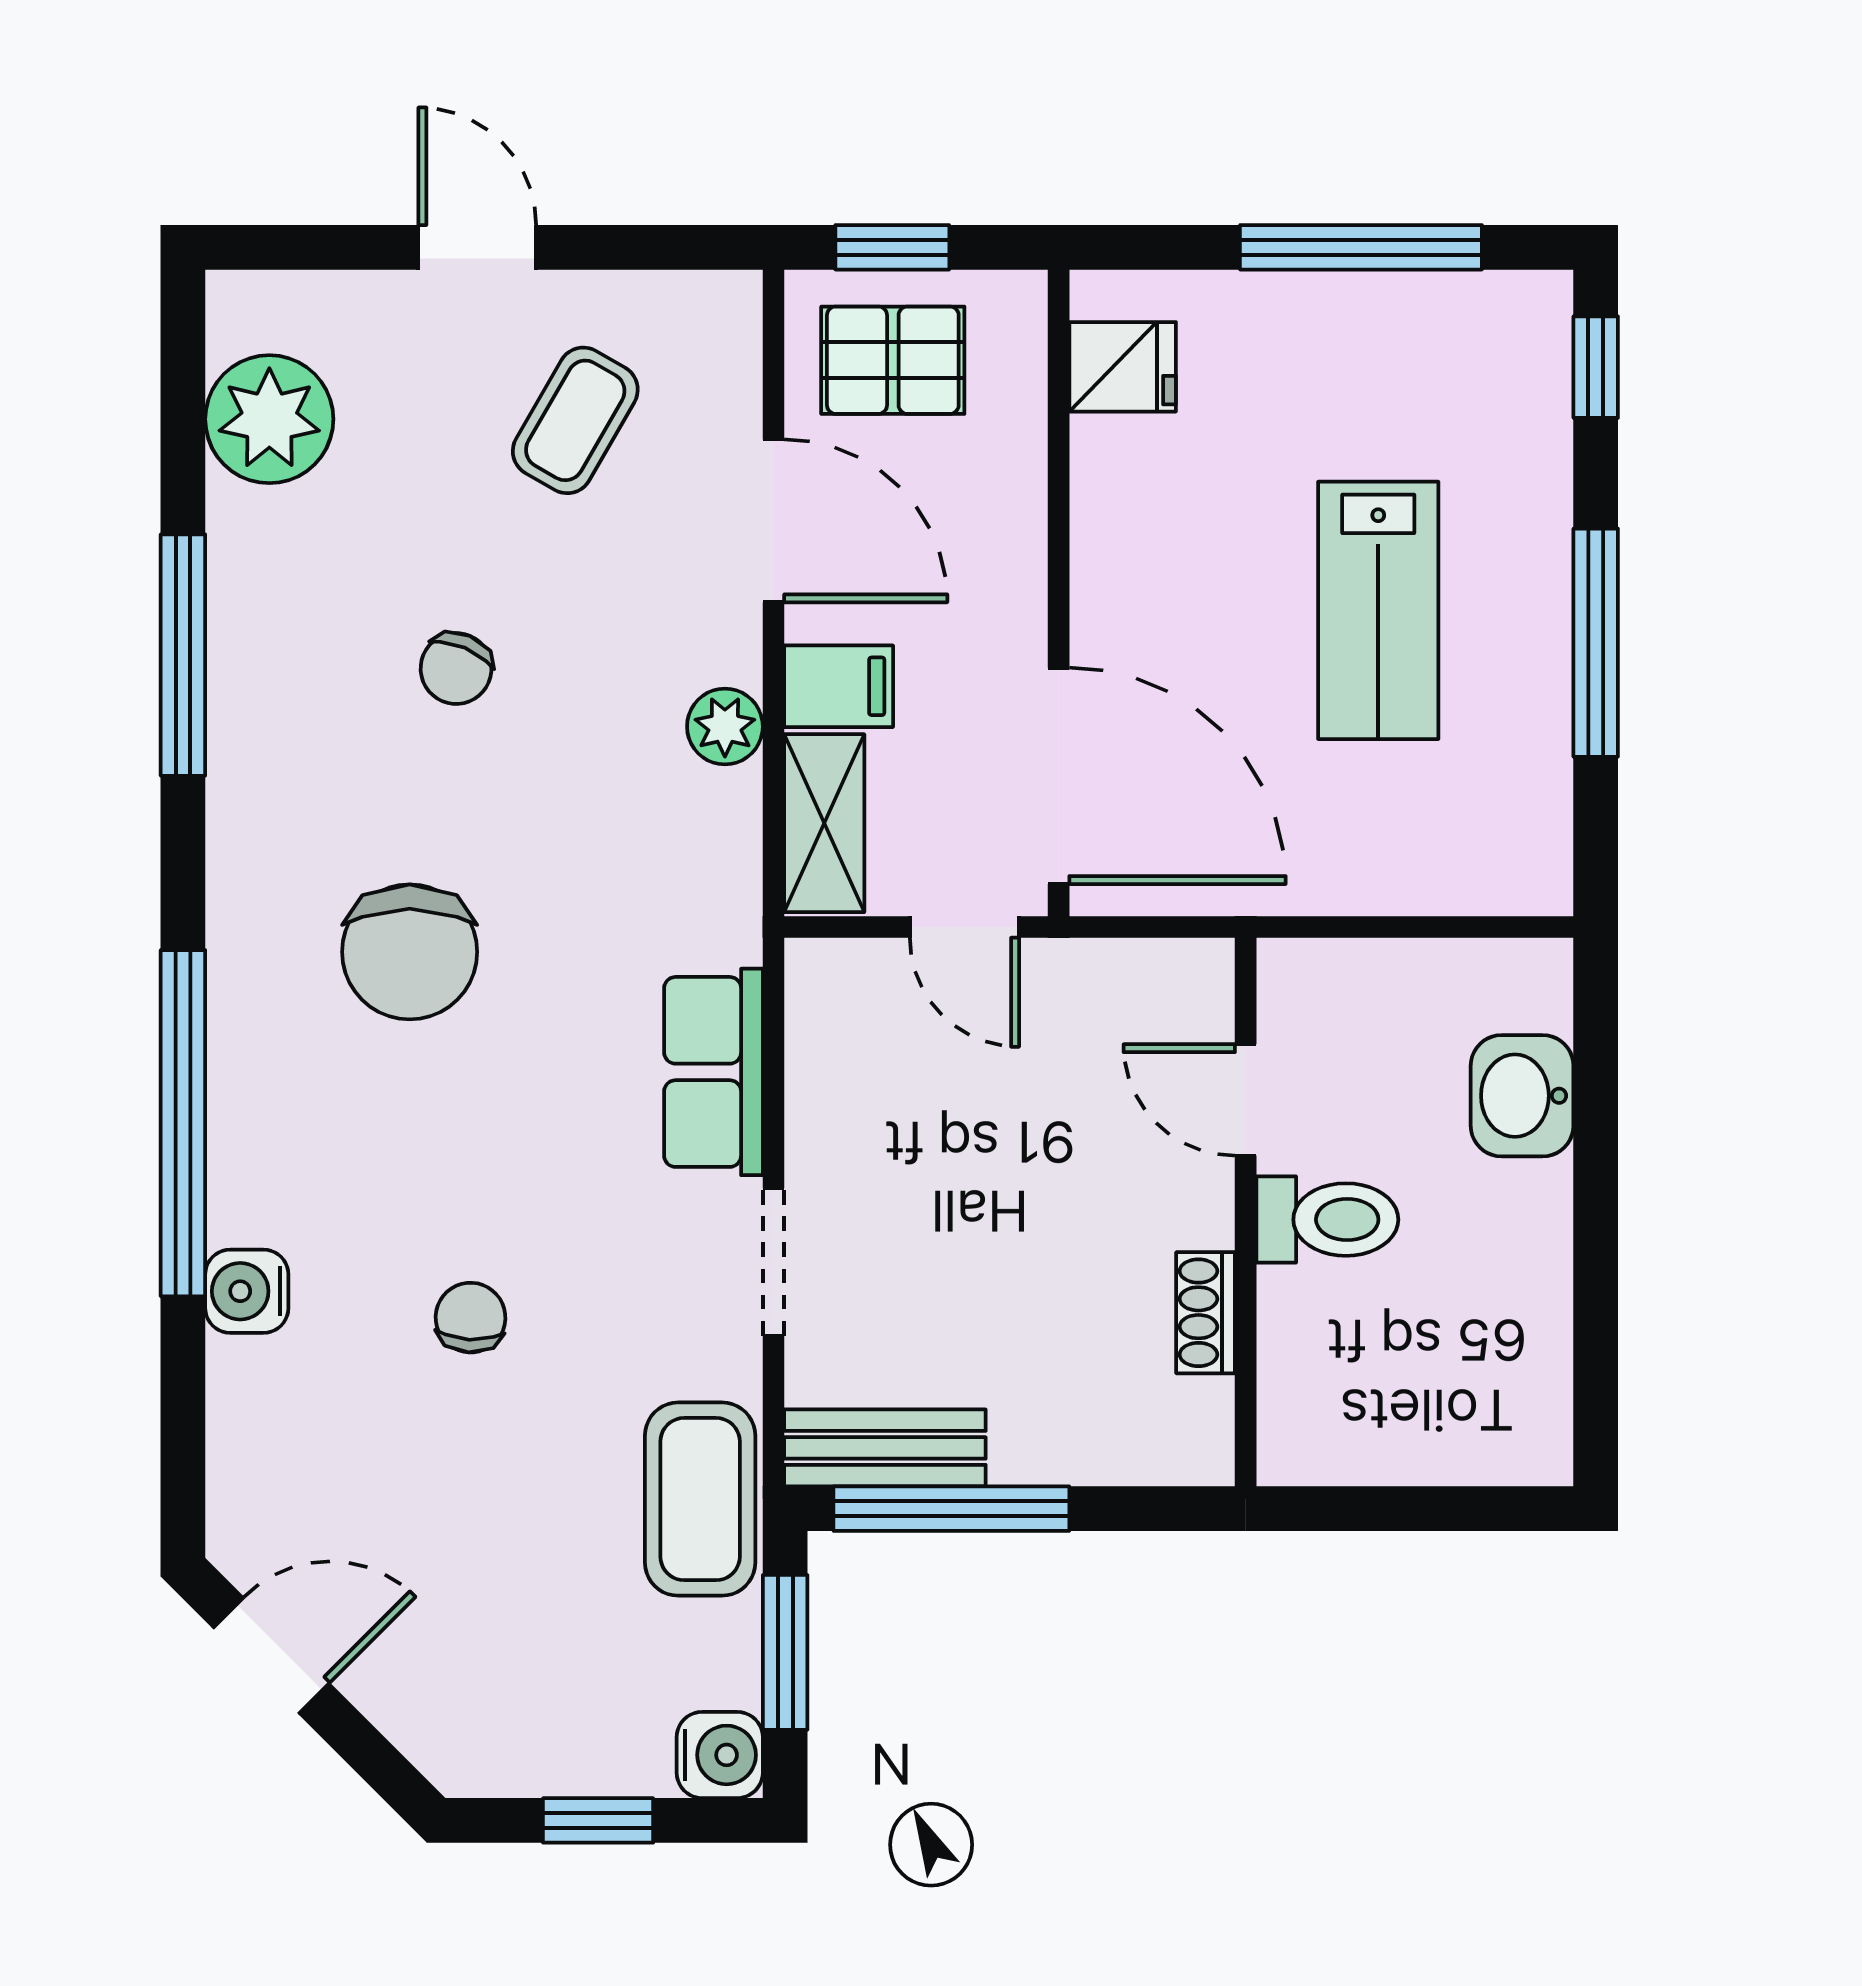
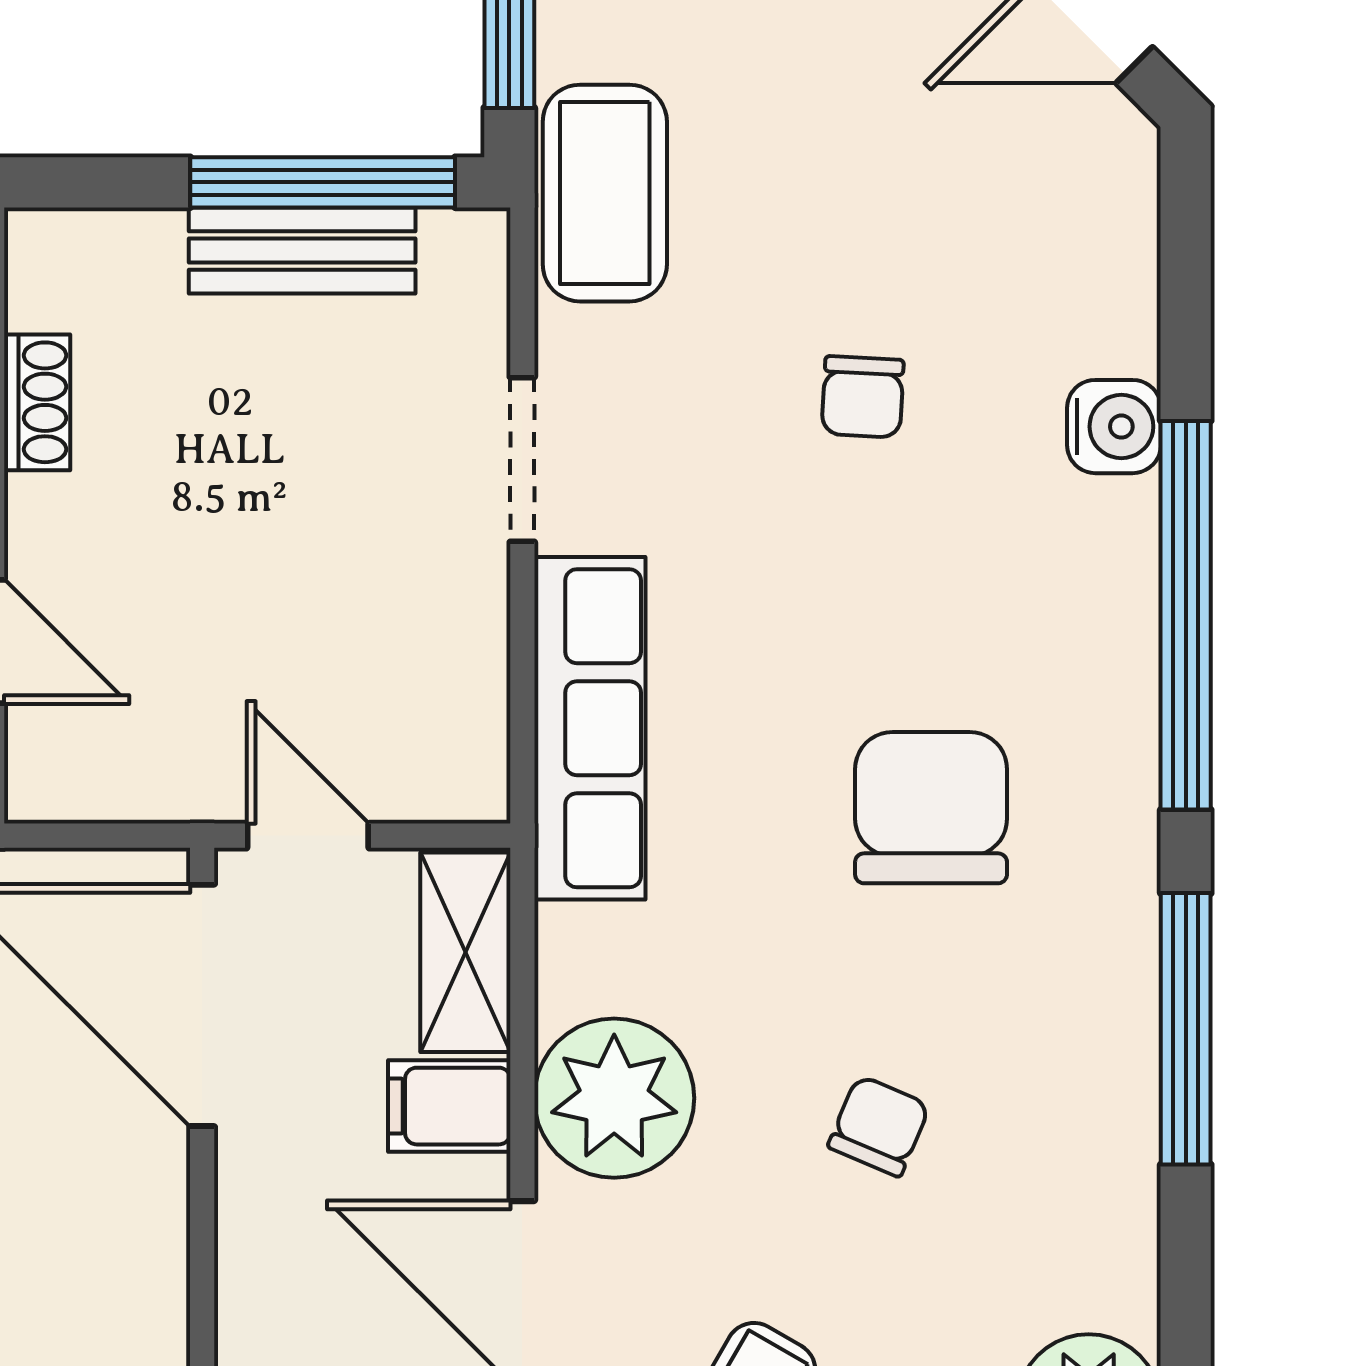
window: (183, 655) -> (1186, 1029), moved
plant: (725, 726) -> (614, 1098), width x1.88, depth x1.88
row of seats: (713, 1072) -> (590, 728), width x1.48
bench: (885, 1448) -> (302, 251), moved

